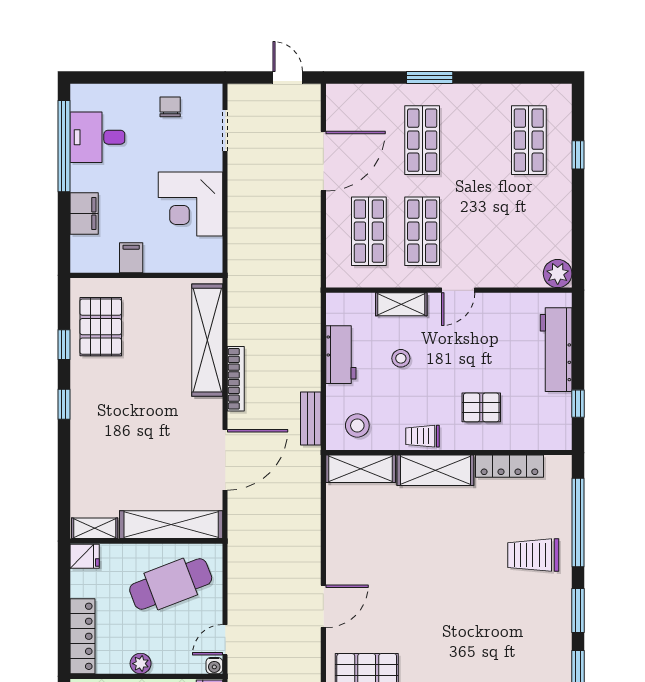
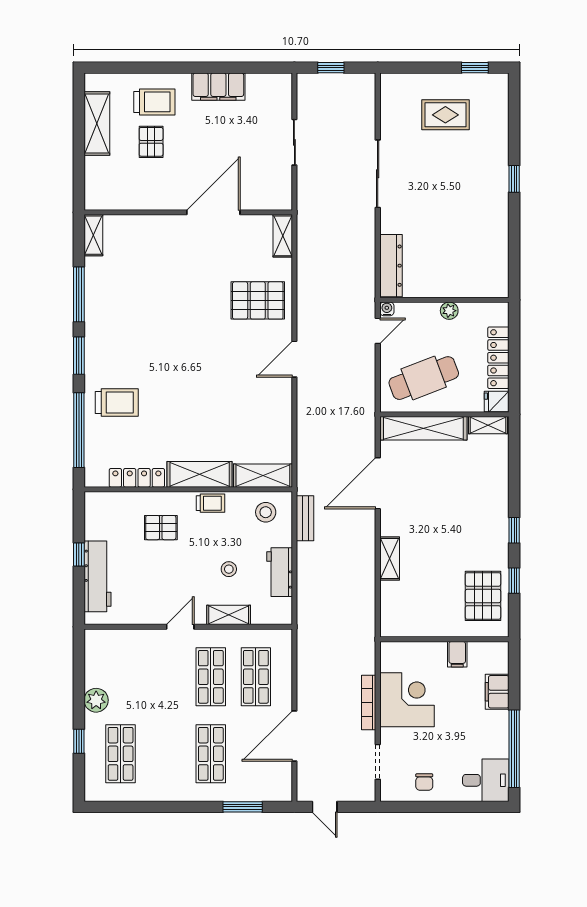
window: (430, 77) -> (243, 807), moved
desk: (97, 137) -> (486, 780), moved
plant: (558, 274) -> (96, 700), moved
shelving: (207, 340) -> (390, 559), width x0.45, depth x0.75
bookcase: (236, 379) -> (369, 702), moved
window: (578, 404) -> (79, 555), moved
locker: (83, 636) -> (498, 358), moved

